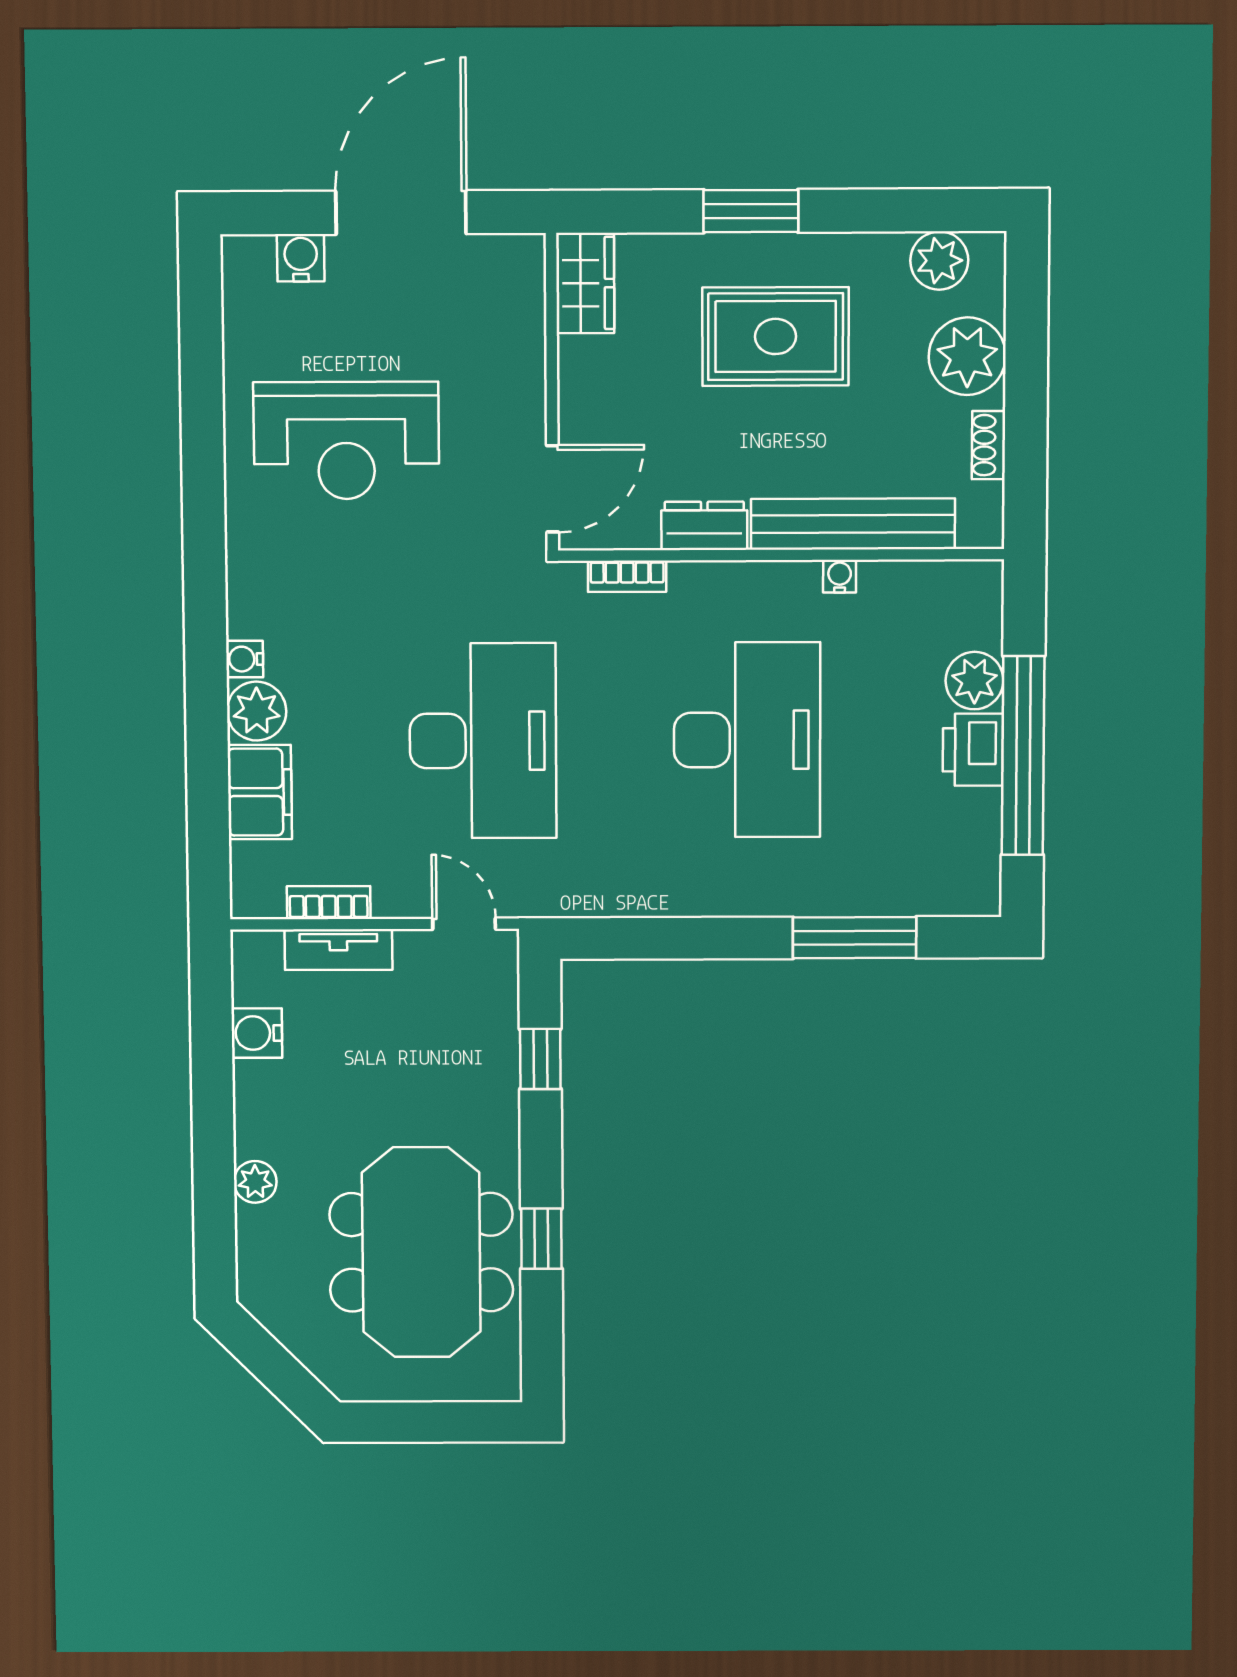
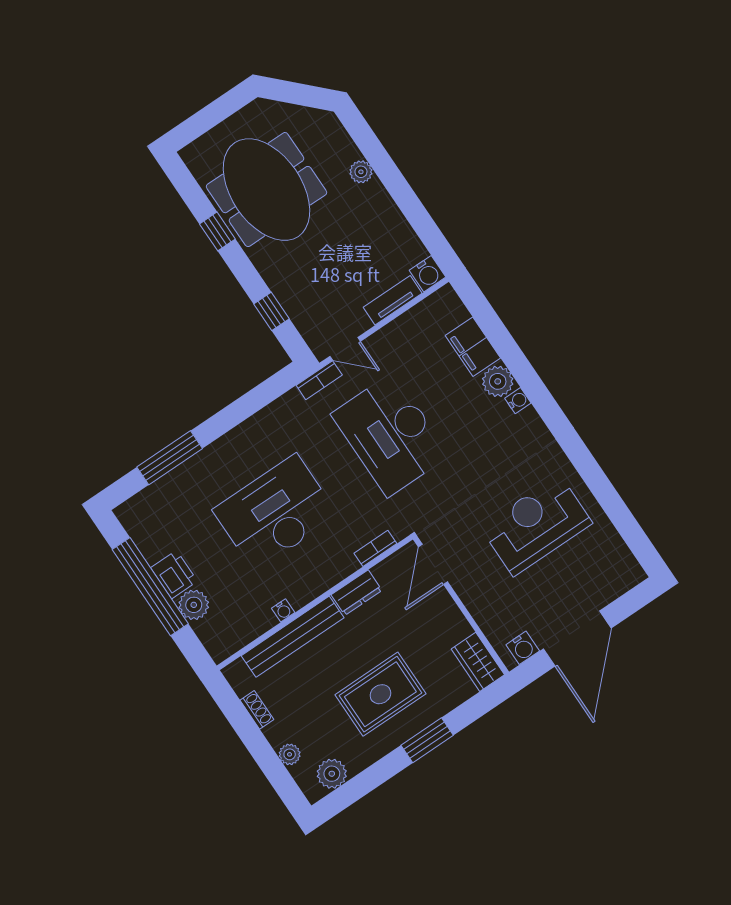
water cooler: (301, 258) -> (523, 648), moved
plant: (967, 356) -> (290, 754), width x0.53, depth x0.53
desk: (747, 740) -> (275, 513), turned 90
bookcase: (329, 903) -> (319, 380), moved
water cooler: (257, 1033) -> (428, 274), moved, turned 90

